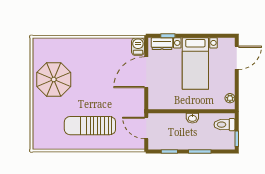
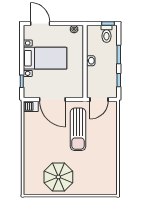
dresser: (162, 44) -> (28, 86), removed
toilet: (224, 125) -> (106, 34), moved
sun lounger: (90, 126) -> (78, 129), moved

